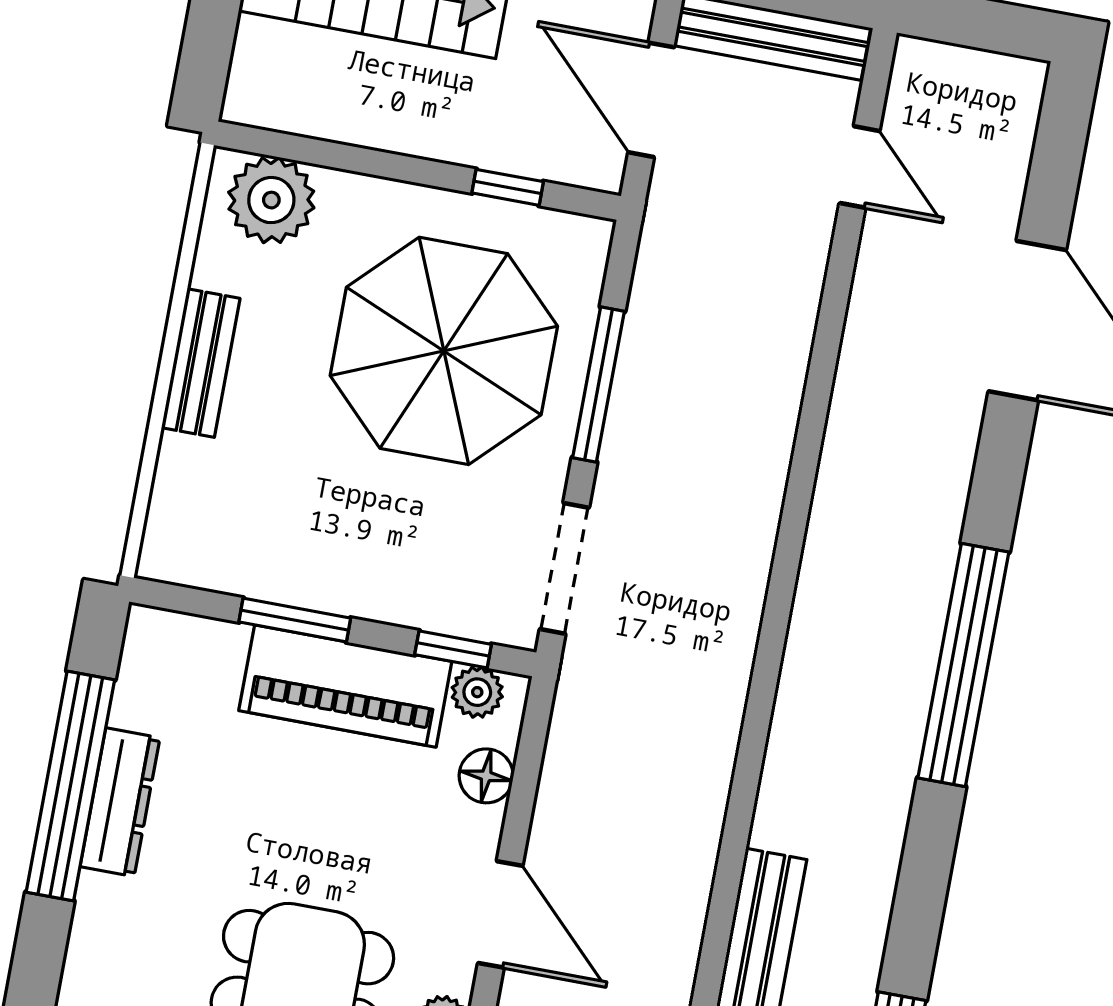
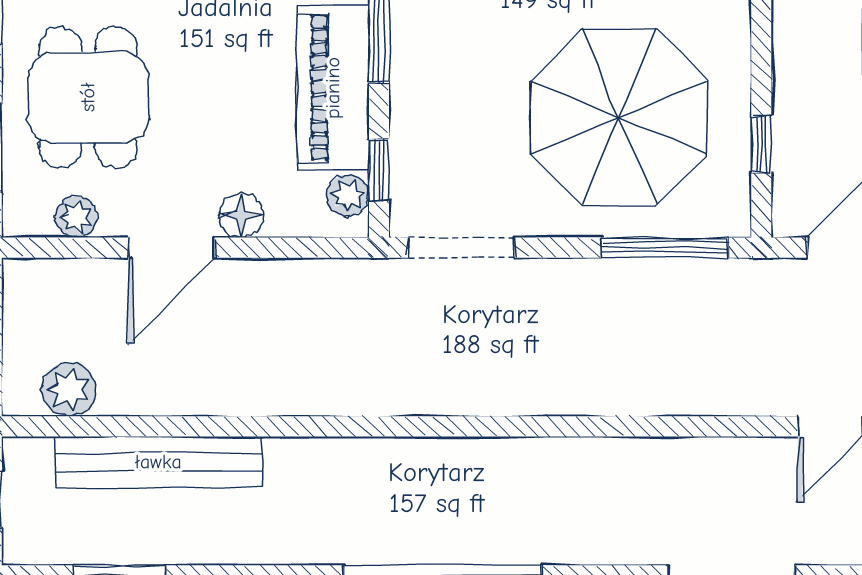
window: (598, 384) -> (665, 248), moved
floor lamp: (486, 776) -> (242, 215), moved

